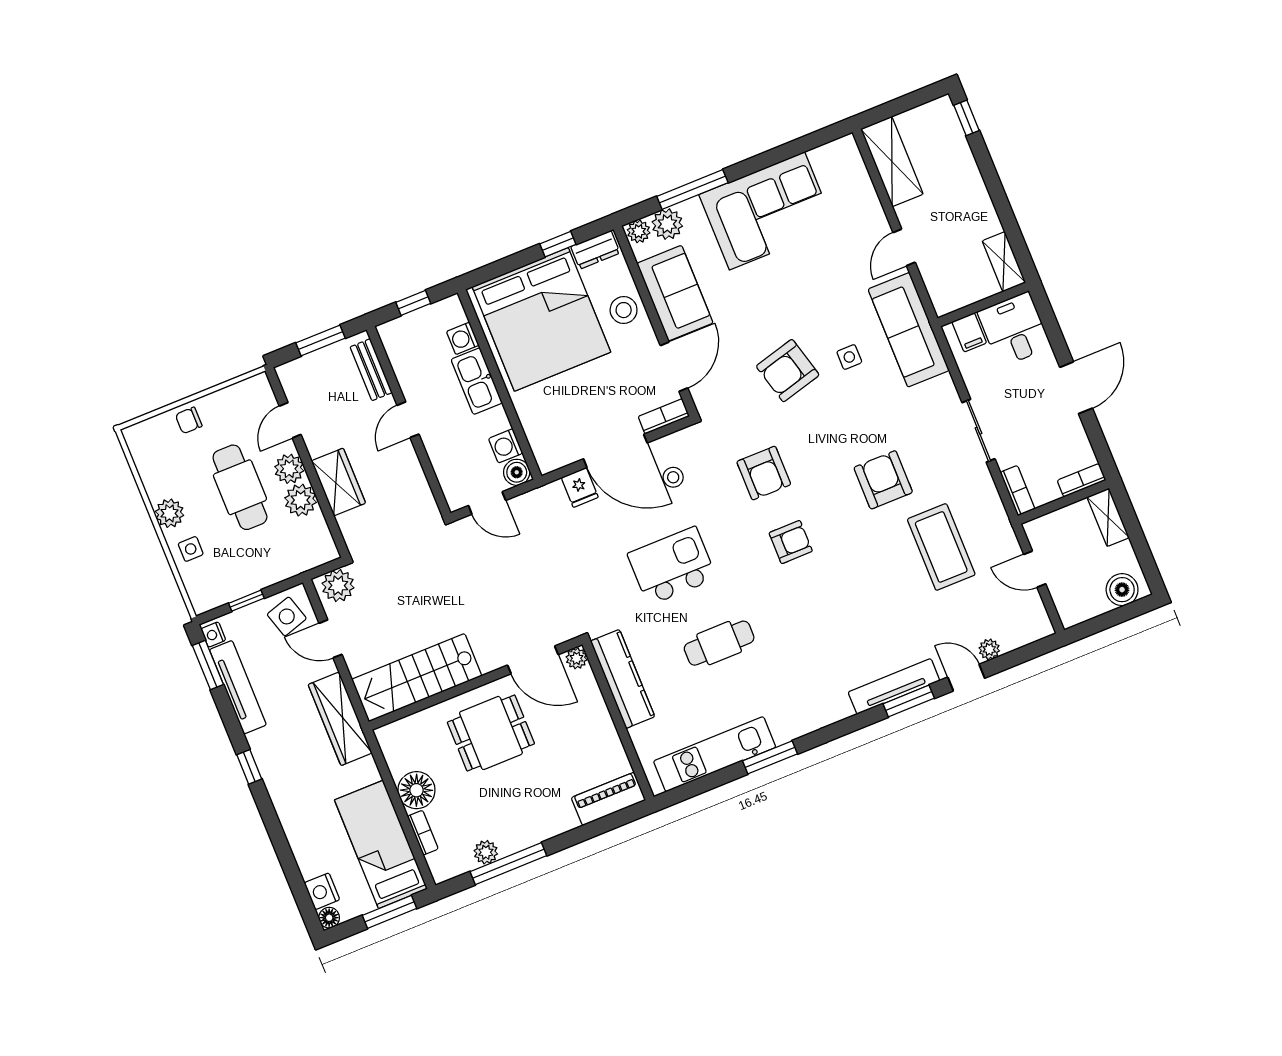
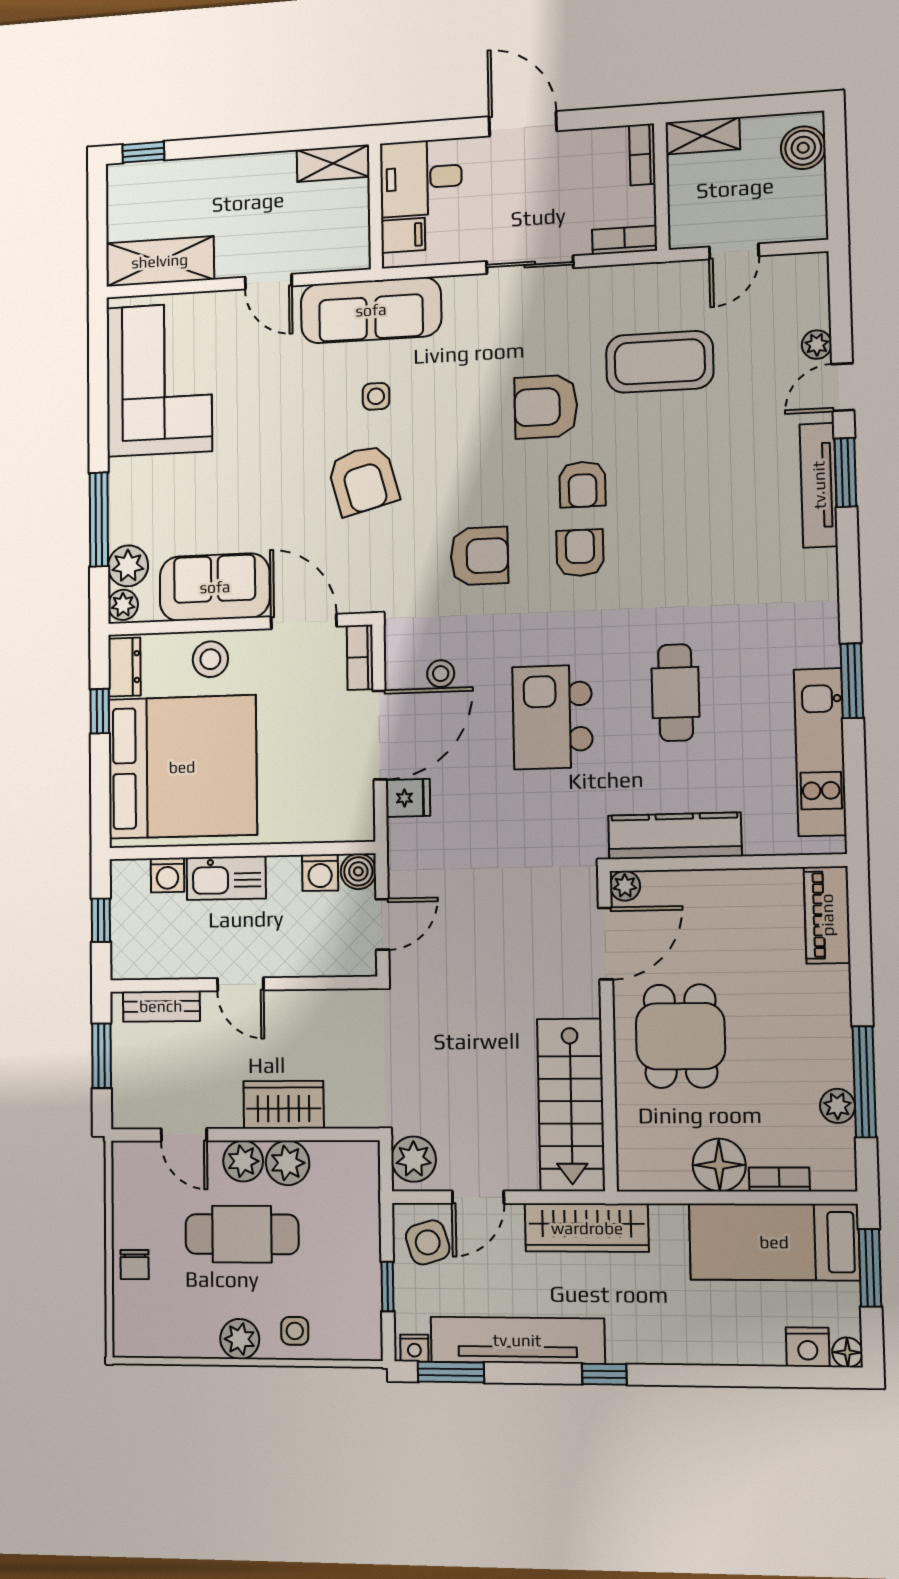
corner sofa: (767, 211) -> (159, 379), moved
armchair: (838, 526) -> (582, 484), added
tv unit: (238, 687) -> (517, 1340), width x1.36, depth x1.29

